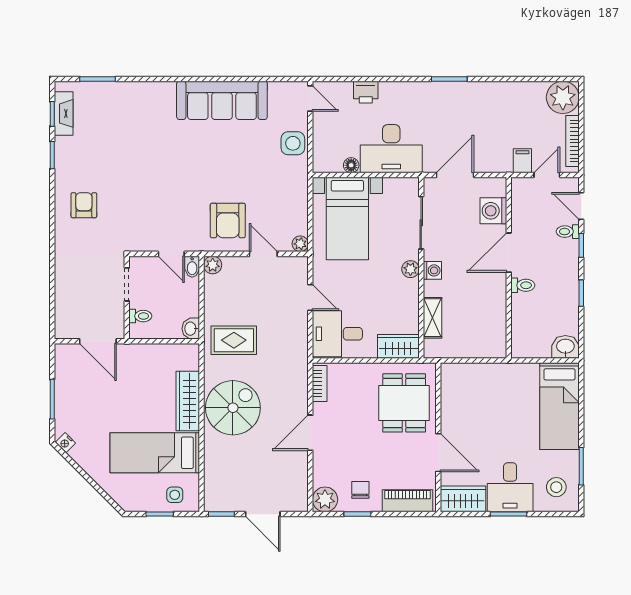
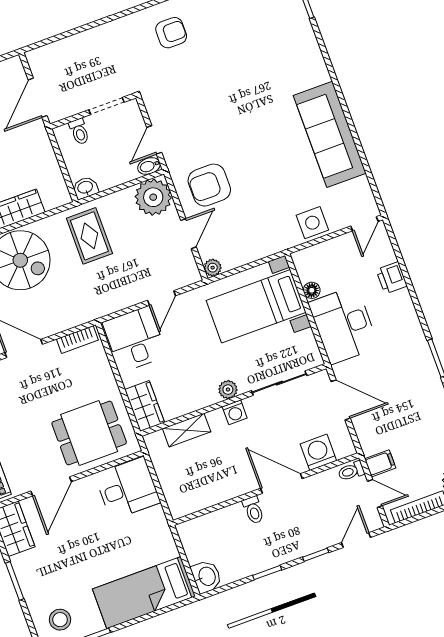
toilet: (568, 232) -> (351, 471), moved, turned -90
plant: (213, 265) -> (153, 197), width x1.87, depth x1.87
desk: (510, 487) -> (127, 488), moved, turned 180

